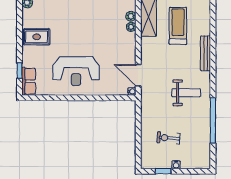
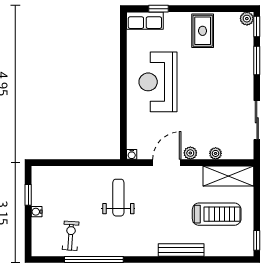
plant: (131, 16) -> (190, 153), moved
door: (138, 75) -> (167, 163), moved
weight bench: (186, 93) -> (118, 198), moved, turned 180
exercise bike: (168, 138) -> (71, 236), moved

